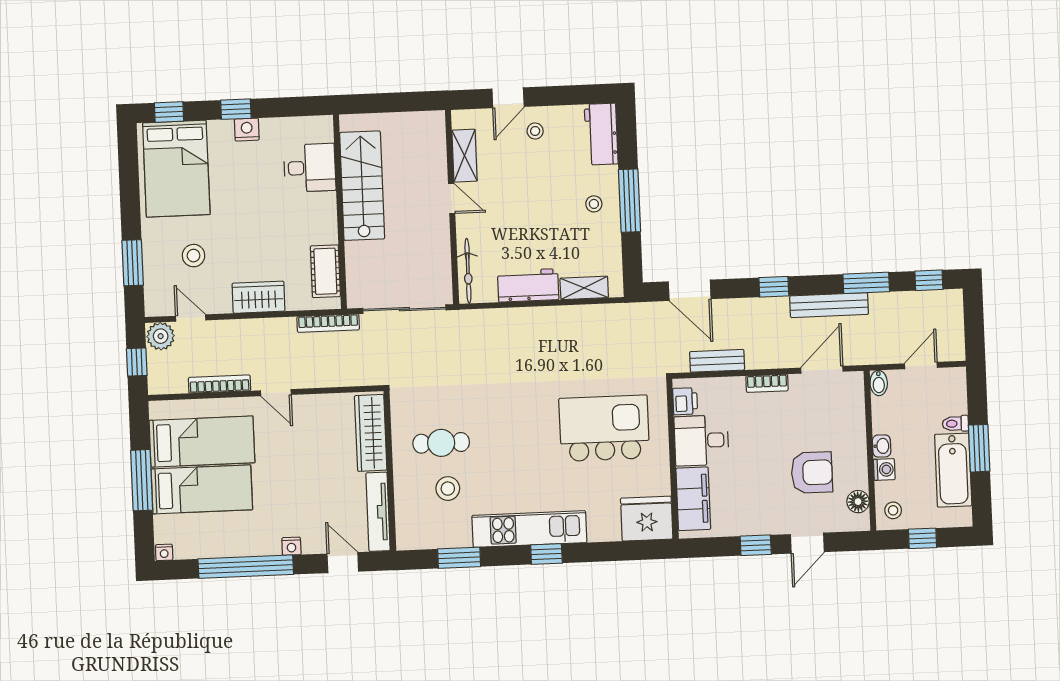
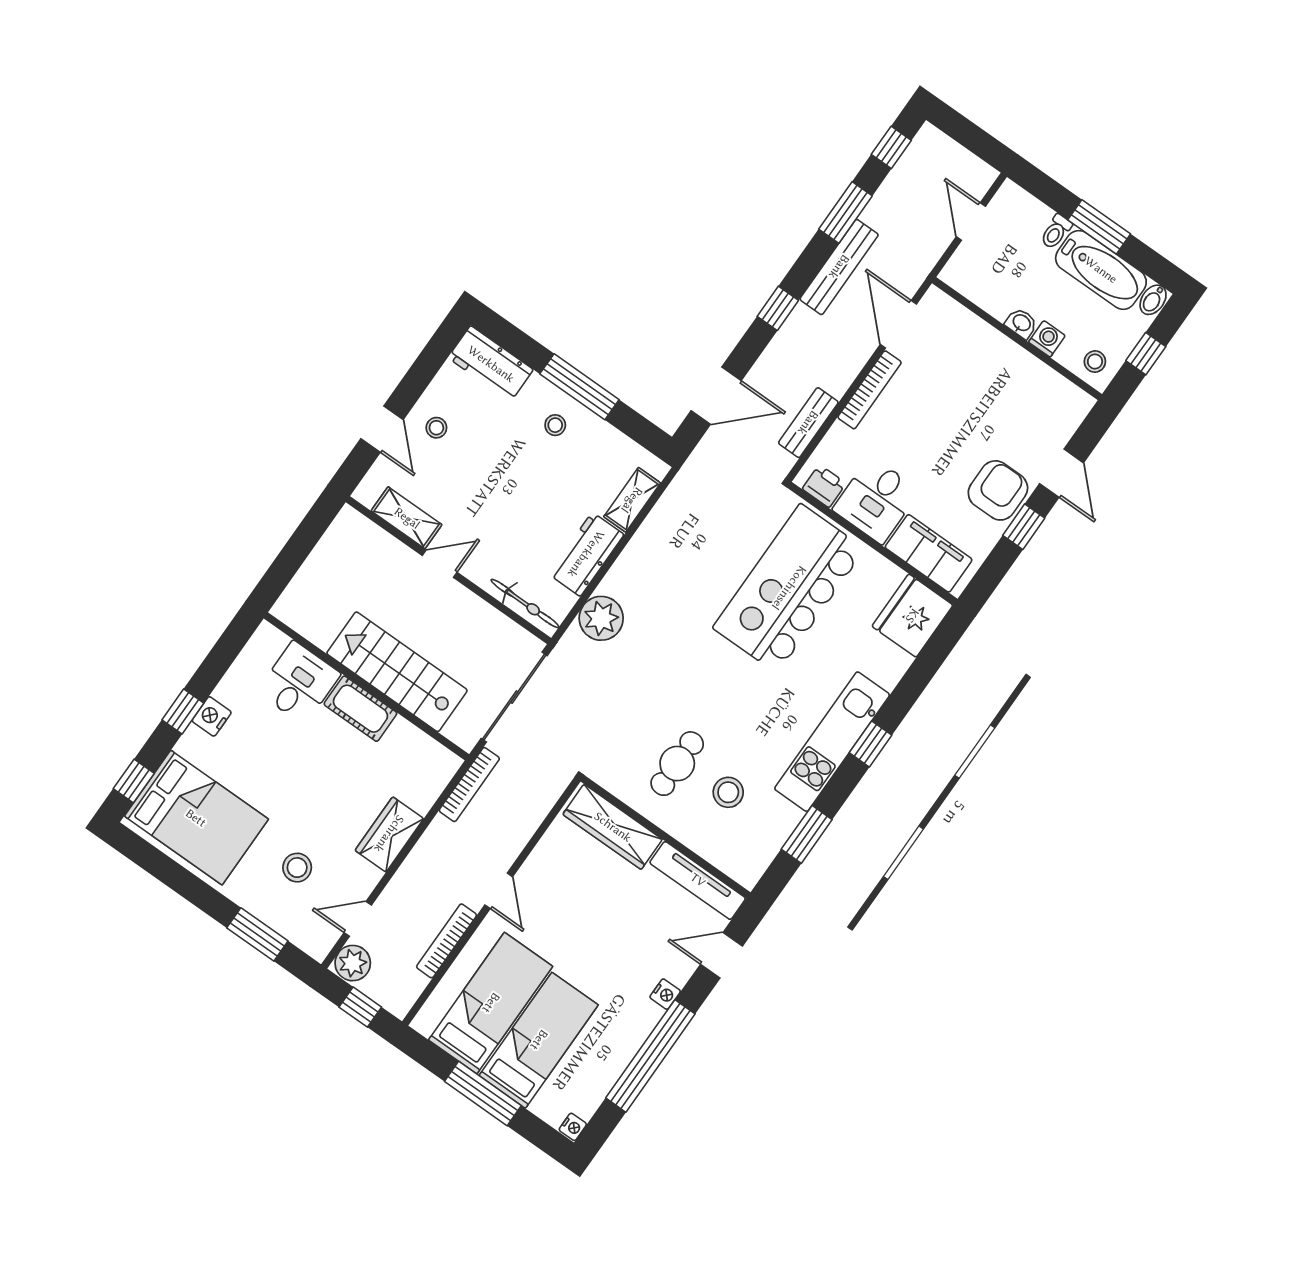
stairs: (362, 186) -> (397, 672), moved
cot: (325, 271) -> (360, 709), moved
plant: (495, 326) -> (601, 618), added
bookcase: (767, 383) -> (870, 390), width x1.56
bidet: (879, 383) -> (1153, 300), moved, turned 90
door: (276, 393) -> (499, 891), hinge flipped
kitchen island: (604, 428) -> (789, 588), width x1.37
armchair: (812, 473) -> (998, 490), moved
floor lamp: (858, 502) -> (1059, 390), removed

